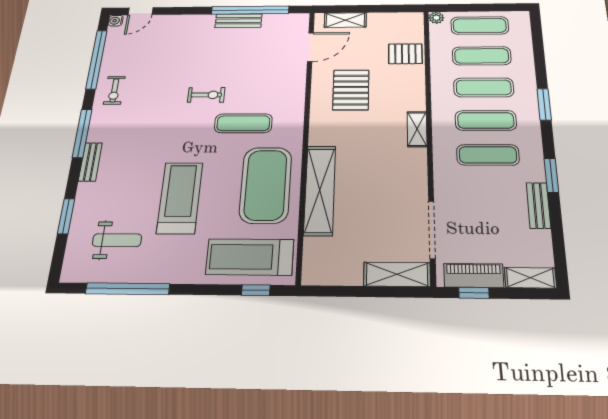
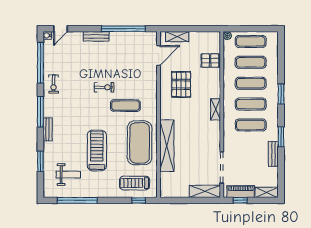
bench: (239, 21) -> (96, 36), moved
treadmill: (250, 257) -> (135, 183), width x0.73, depth x0.73

